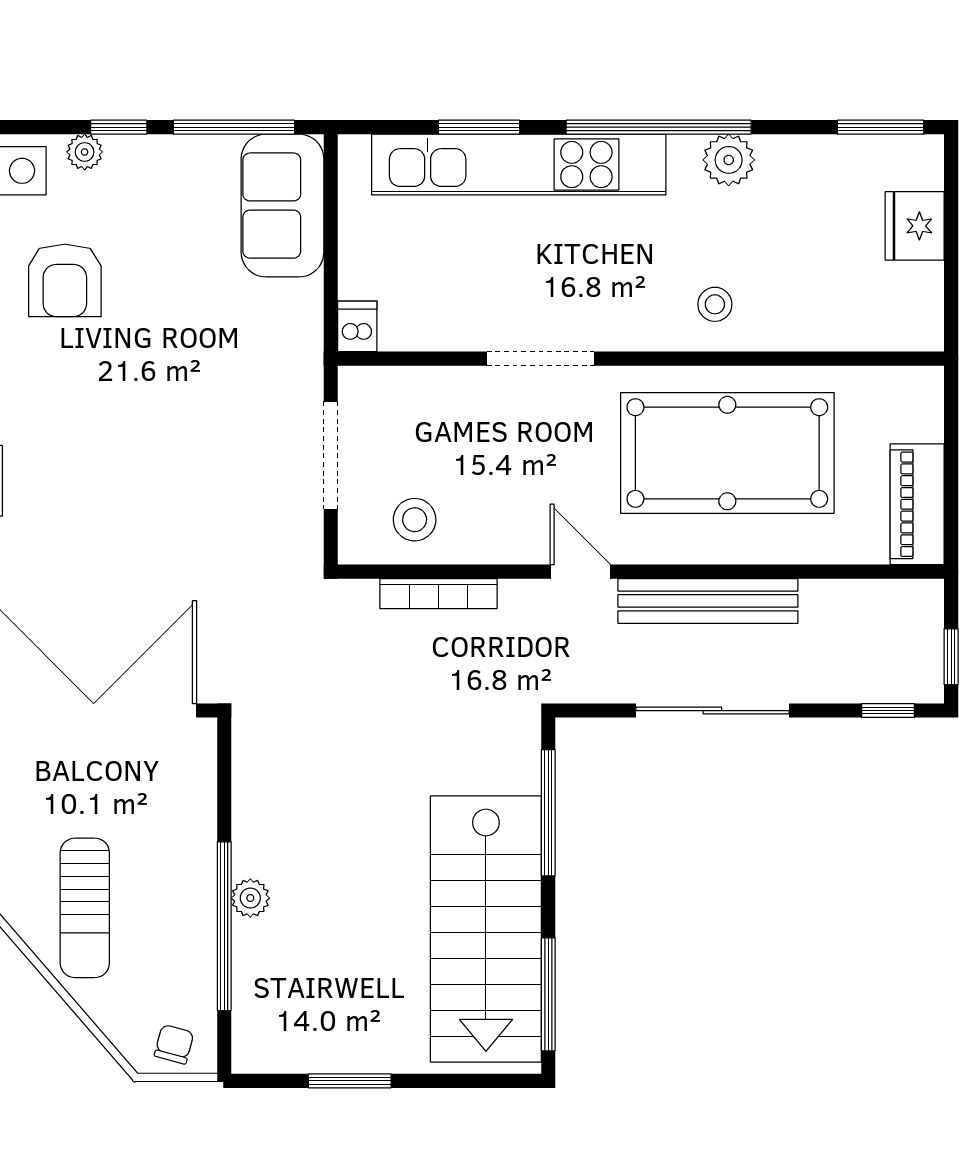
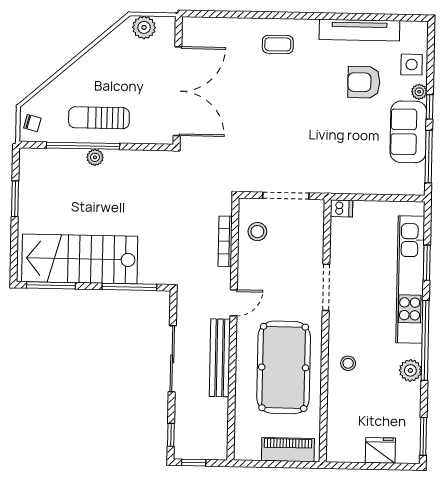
sofa: (282, 206) -> (408, 132), moved, turned -90
piano: (917, 504) -> (288, 450), moved
sun lounger: (85, 908) -> (99, 118), moved

